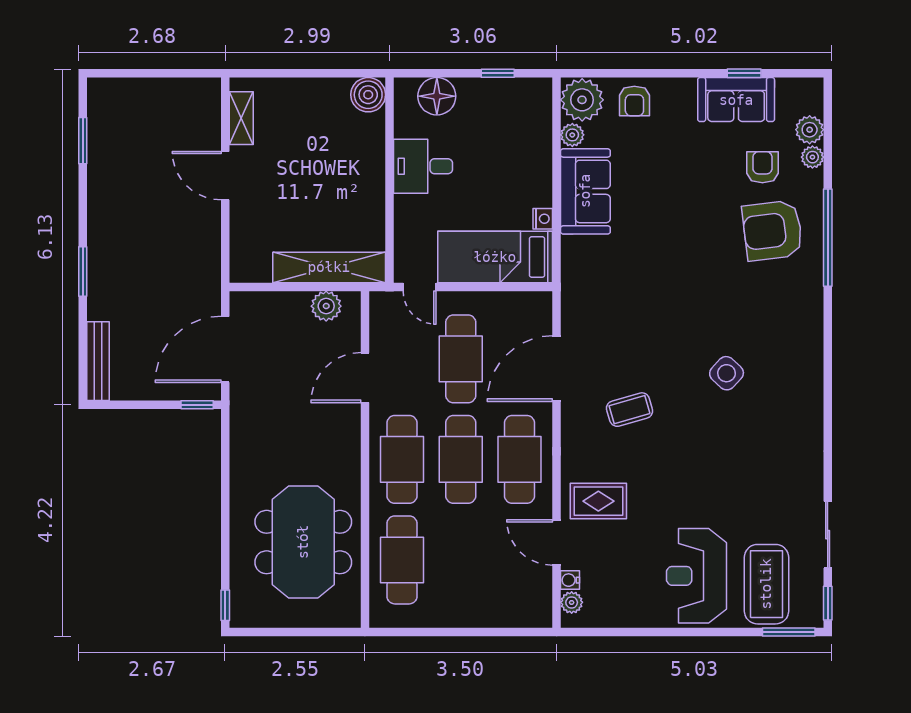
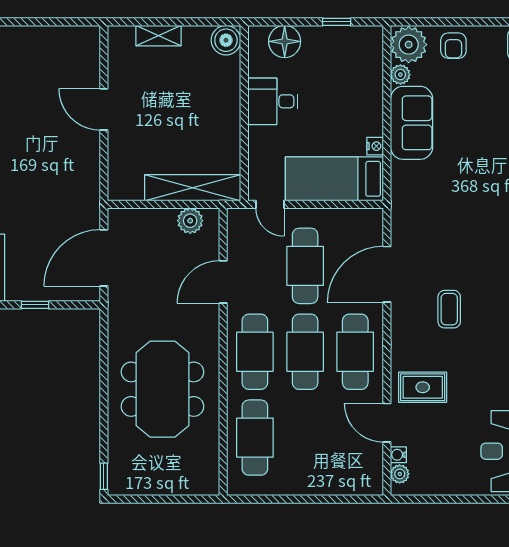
shelving: (241, 118) -> (158, 36), moved, turned 90
window: (197, 405) -> (35, 305), moved
coffee table: (629, 410) -> (449, 309), turned -74
meeting table: (303, 542) -> (162, 389), moved

